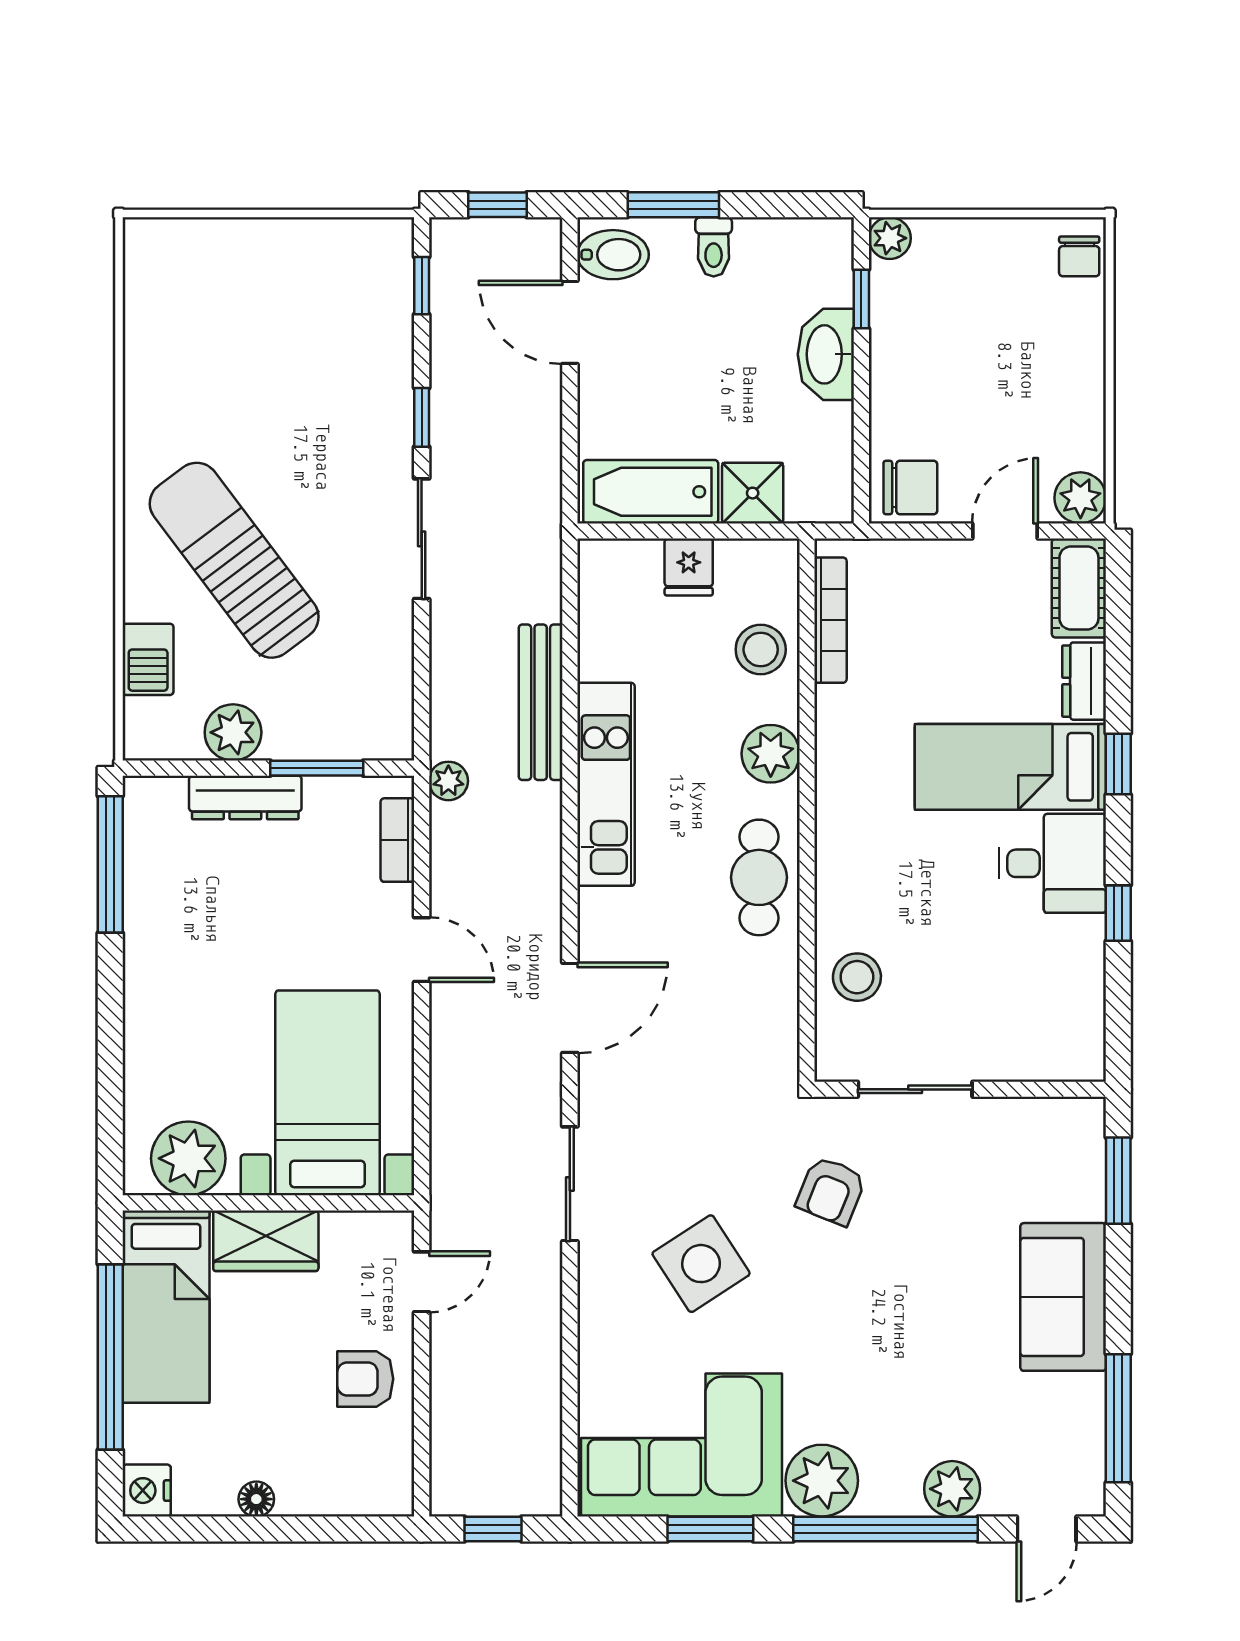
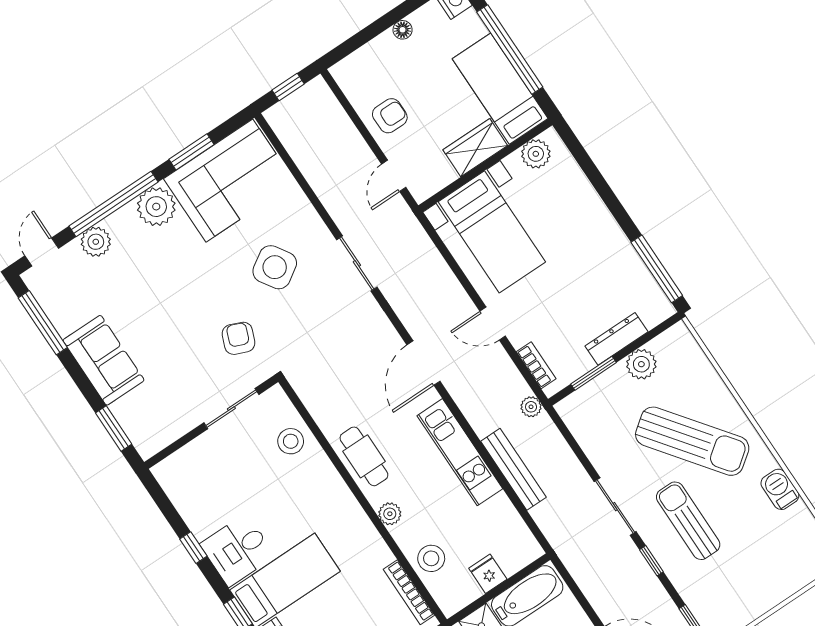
sun lounger: (323, 441) -> (688, 521), added
barbecue: (148, 659) -> (780, 489), moved
plant: (771, 754) -> (390, 514), width x0.73, depth x0.73
door: (570, 1008) -> (423, 363), moved
plant: (188, 1158) -> (536, 154), width x0.73, depth x0.73

